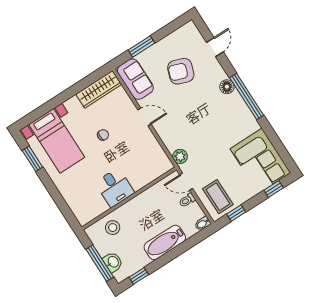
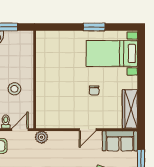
window: (32, 159) -> (94, 27), moved
desk: (115, 188) -> (50, 74), removed
stool: (113, 228) -> (14, 89), moved

